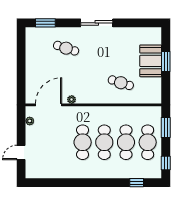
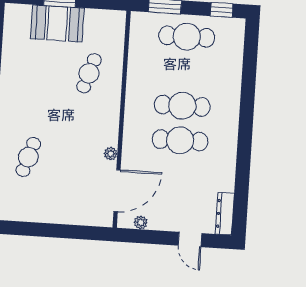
door: (49, 105) -> (117, 191), swing flipped
cafe table: (126, 142) -> (185, 71), removed
dresser: (39, 173) -> (225, 214), added
window: (137, 183) -> (250, 58), removed

